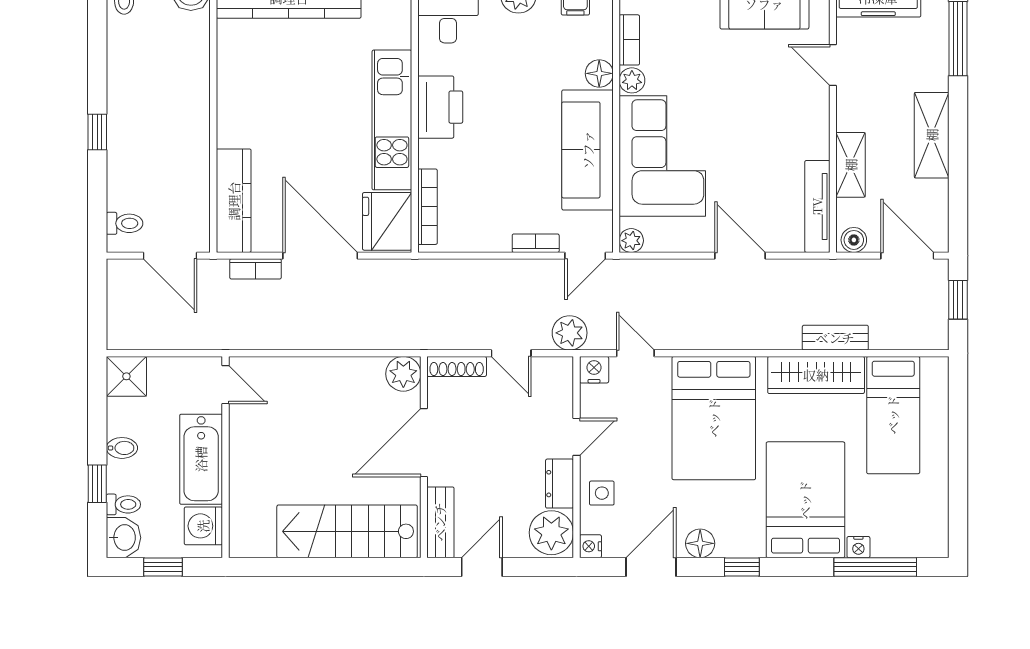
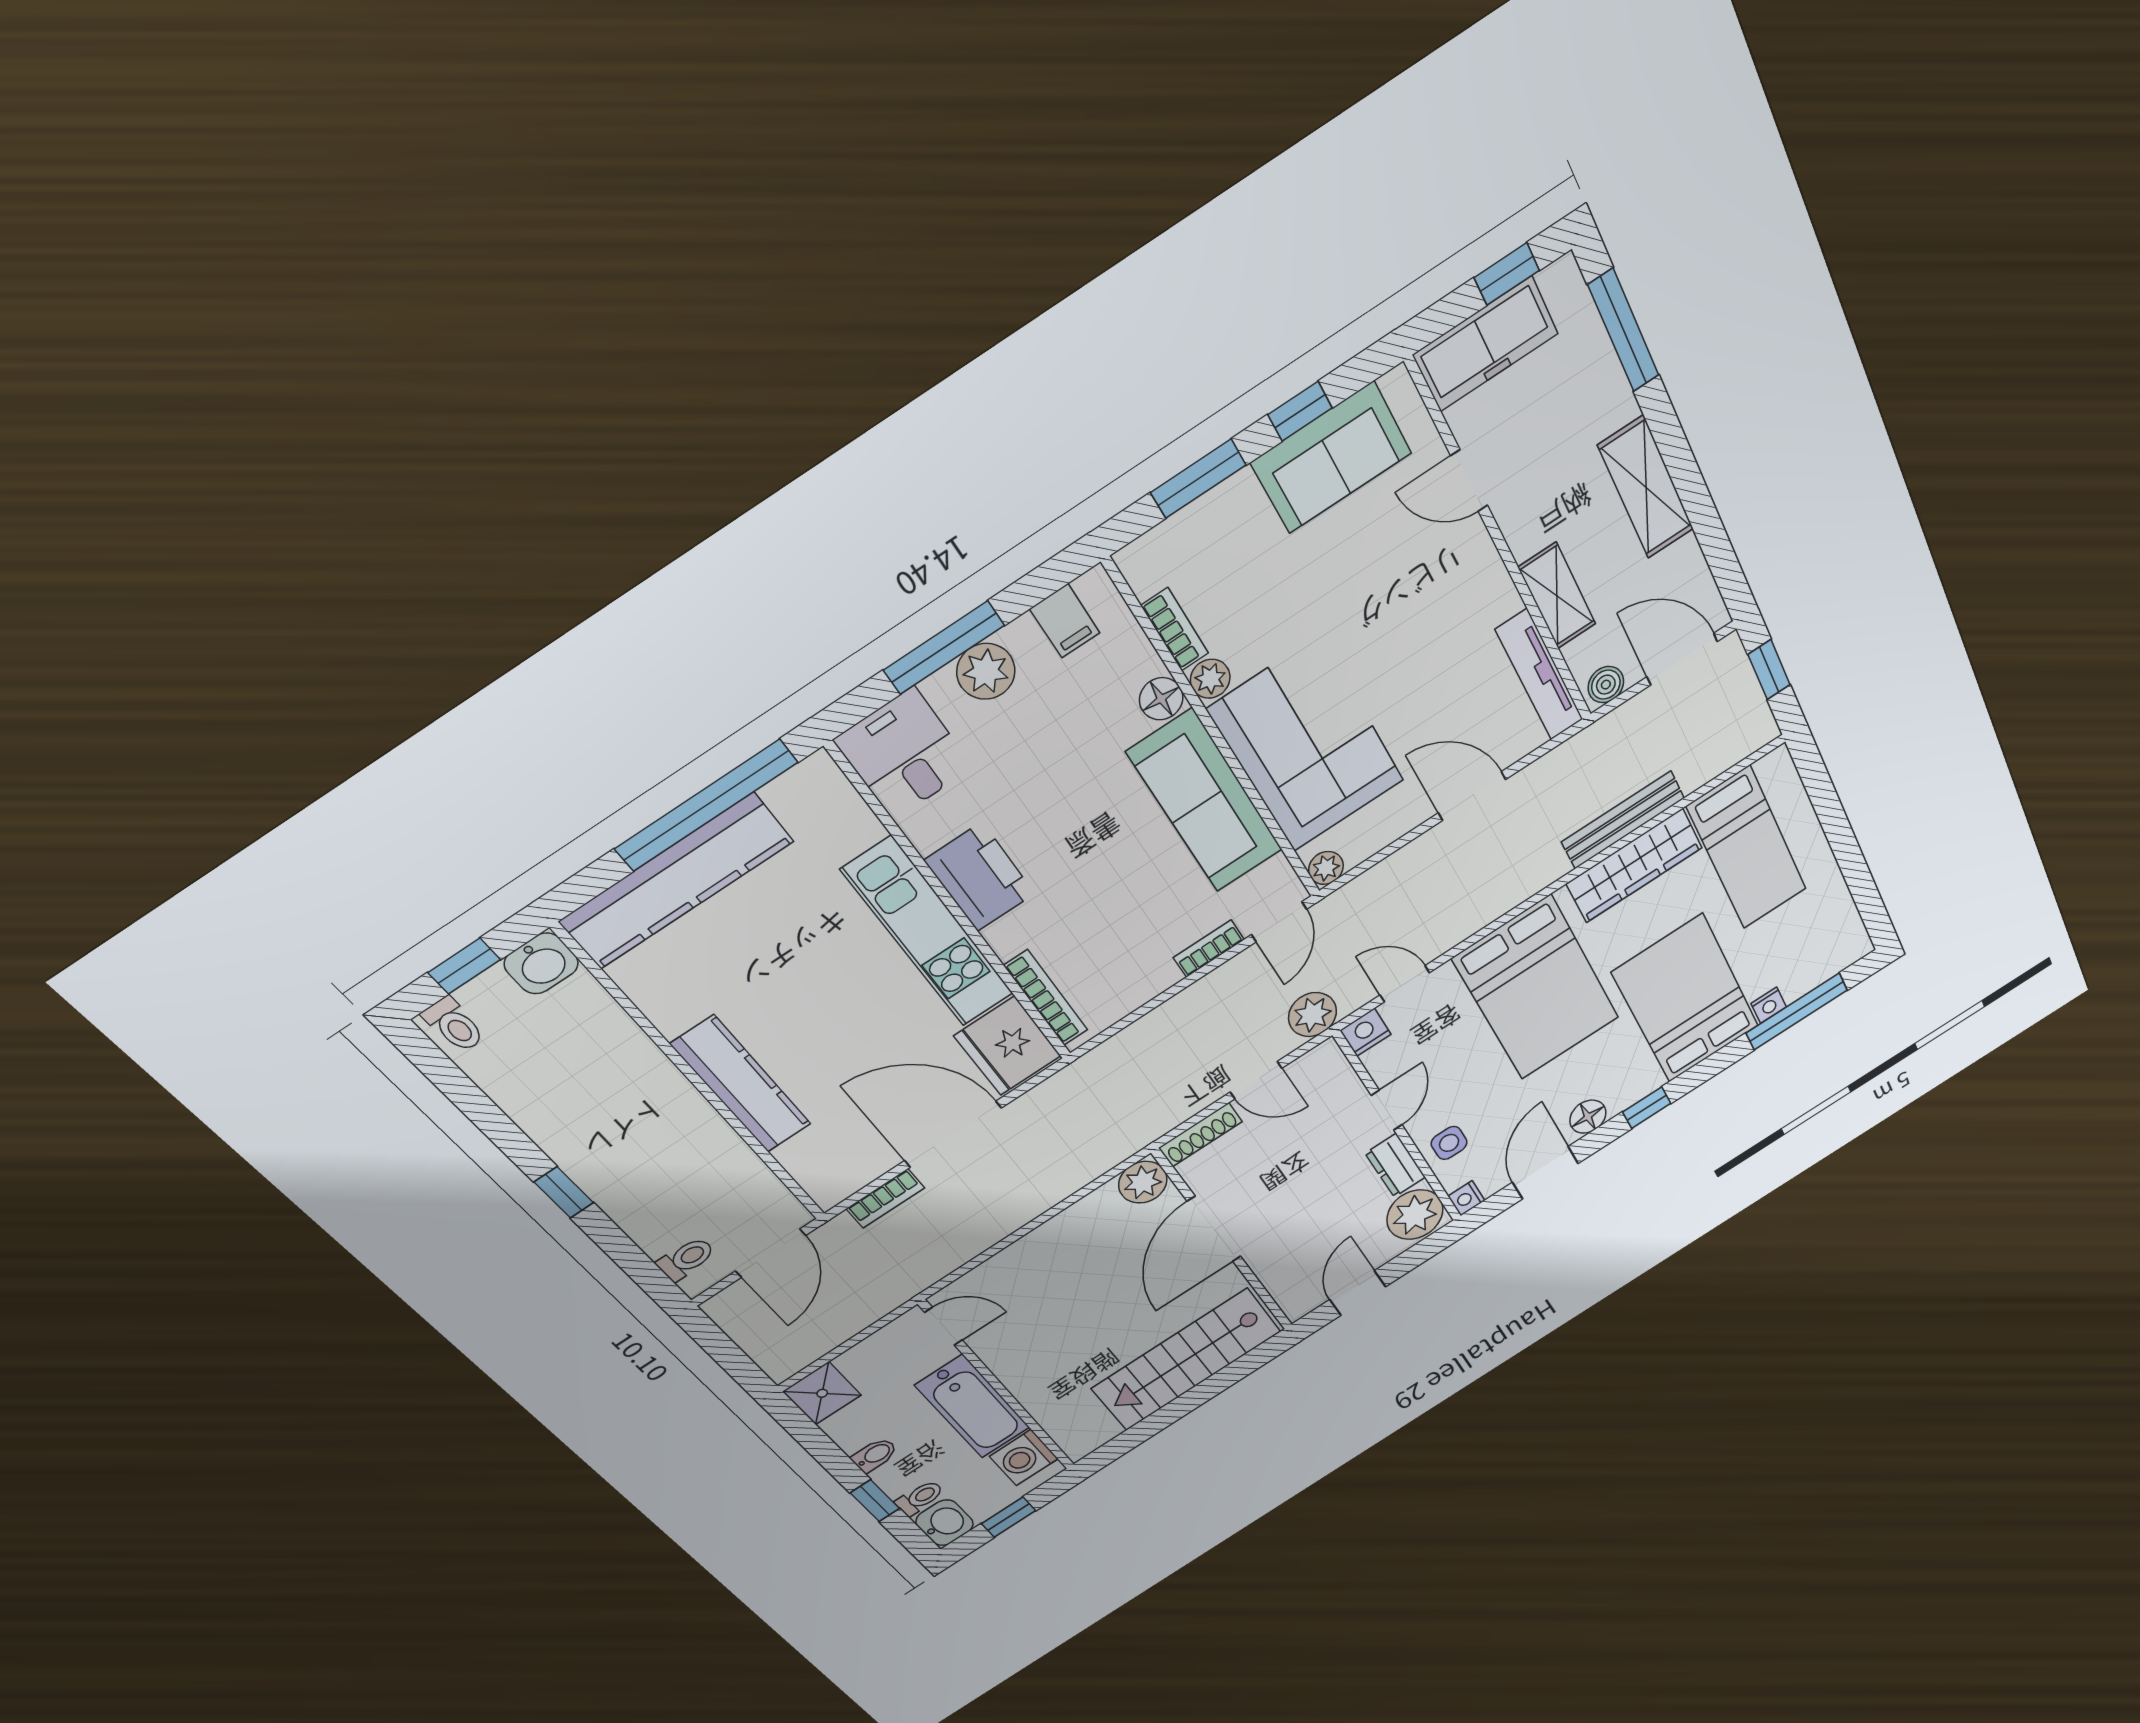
kitchen counter: (234, 201) -> (741, 1084), moved
door: (170, 256) -> (771, 1253), hinge flipped
bench: (835, 338) -> (1623, 820), width x1.36
bench: (440, 522) -> (1285, 1286), removed

